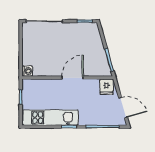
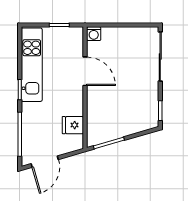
door: (73, 78) -> (85, 71), moved
fridge: (106, 87) -> (73, 125), moved

